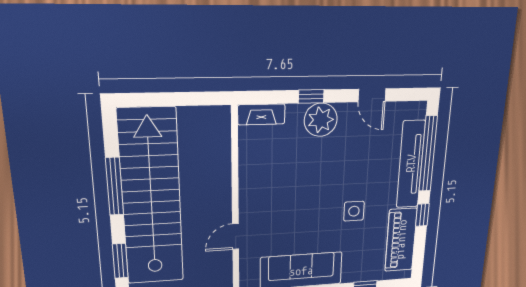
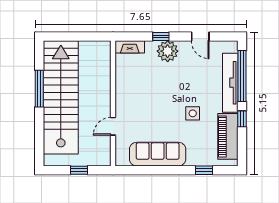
window: (120, 261) -> (39, 138), removed

